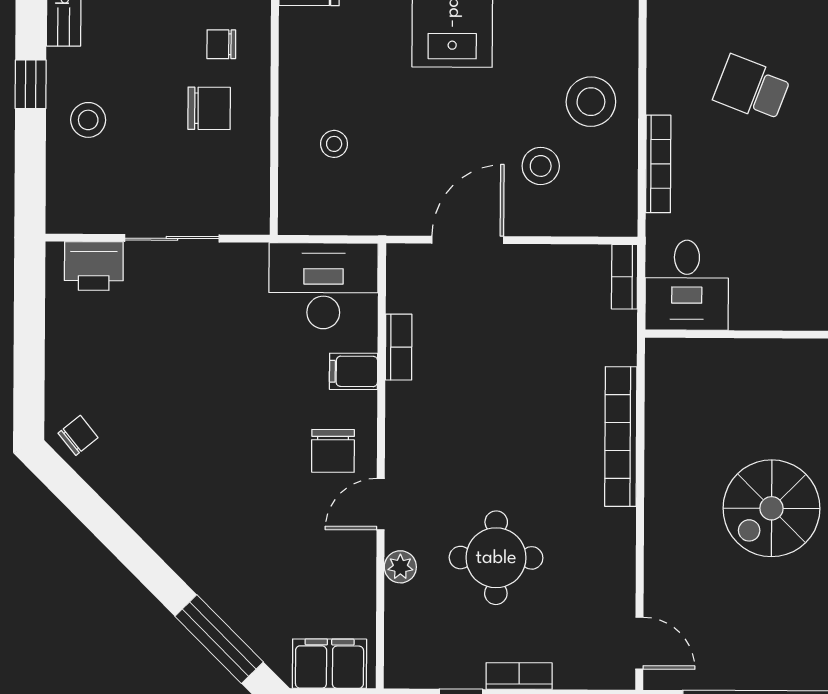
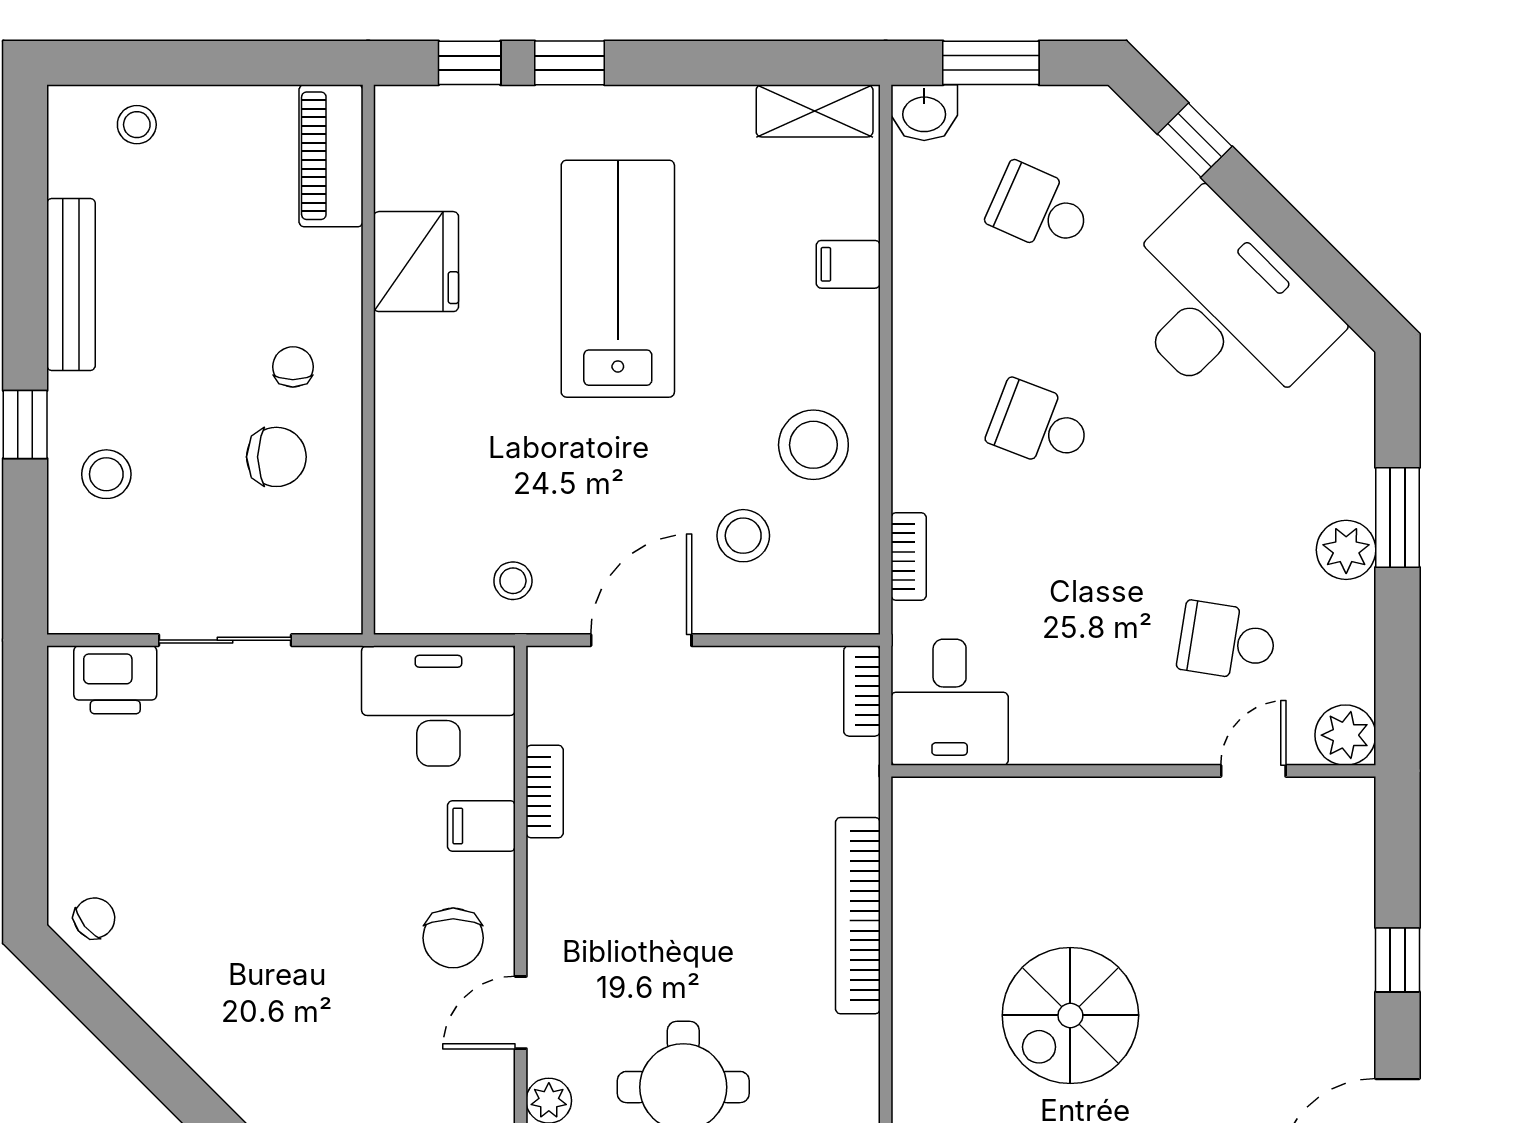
chair: (221, 44) -> (293, 367), turned 90
stool: (334, 144) -> (513, 581), moved
bookcase: (658, 164) -> (909, 557), width x0.64

